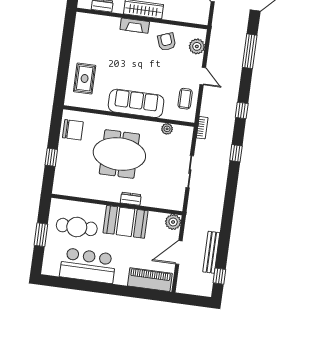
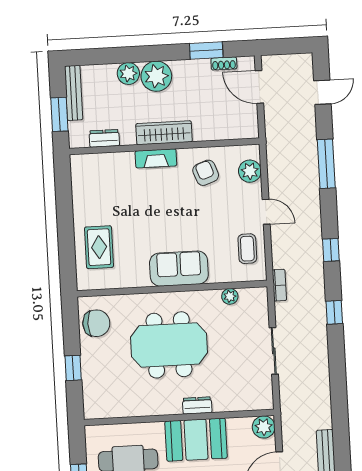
sofa: (136, 103) -> (179, 269), width x0.73

